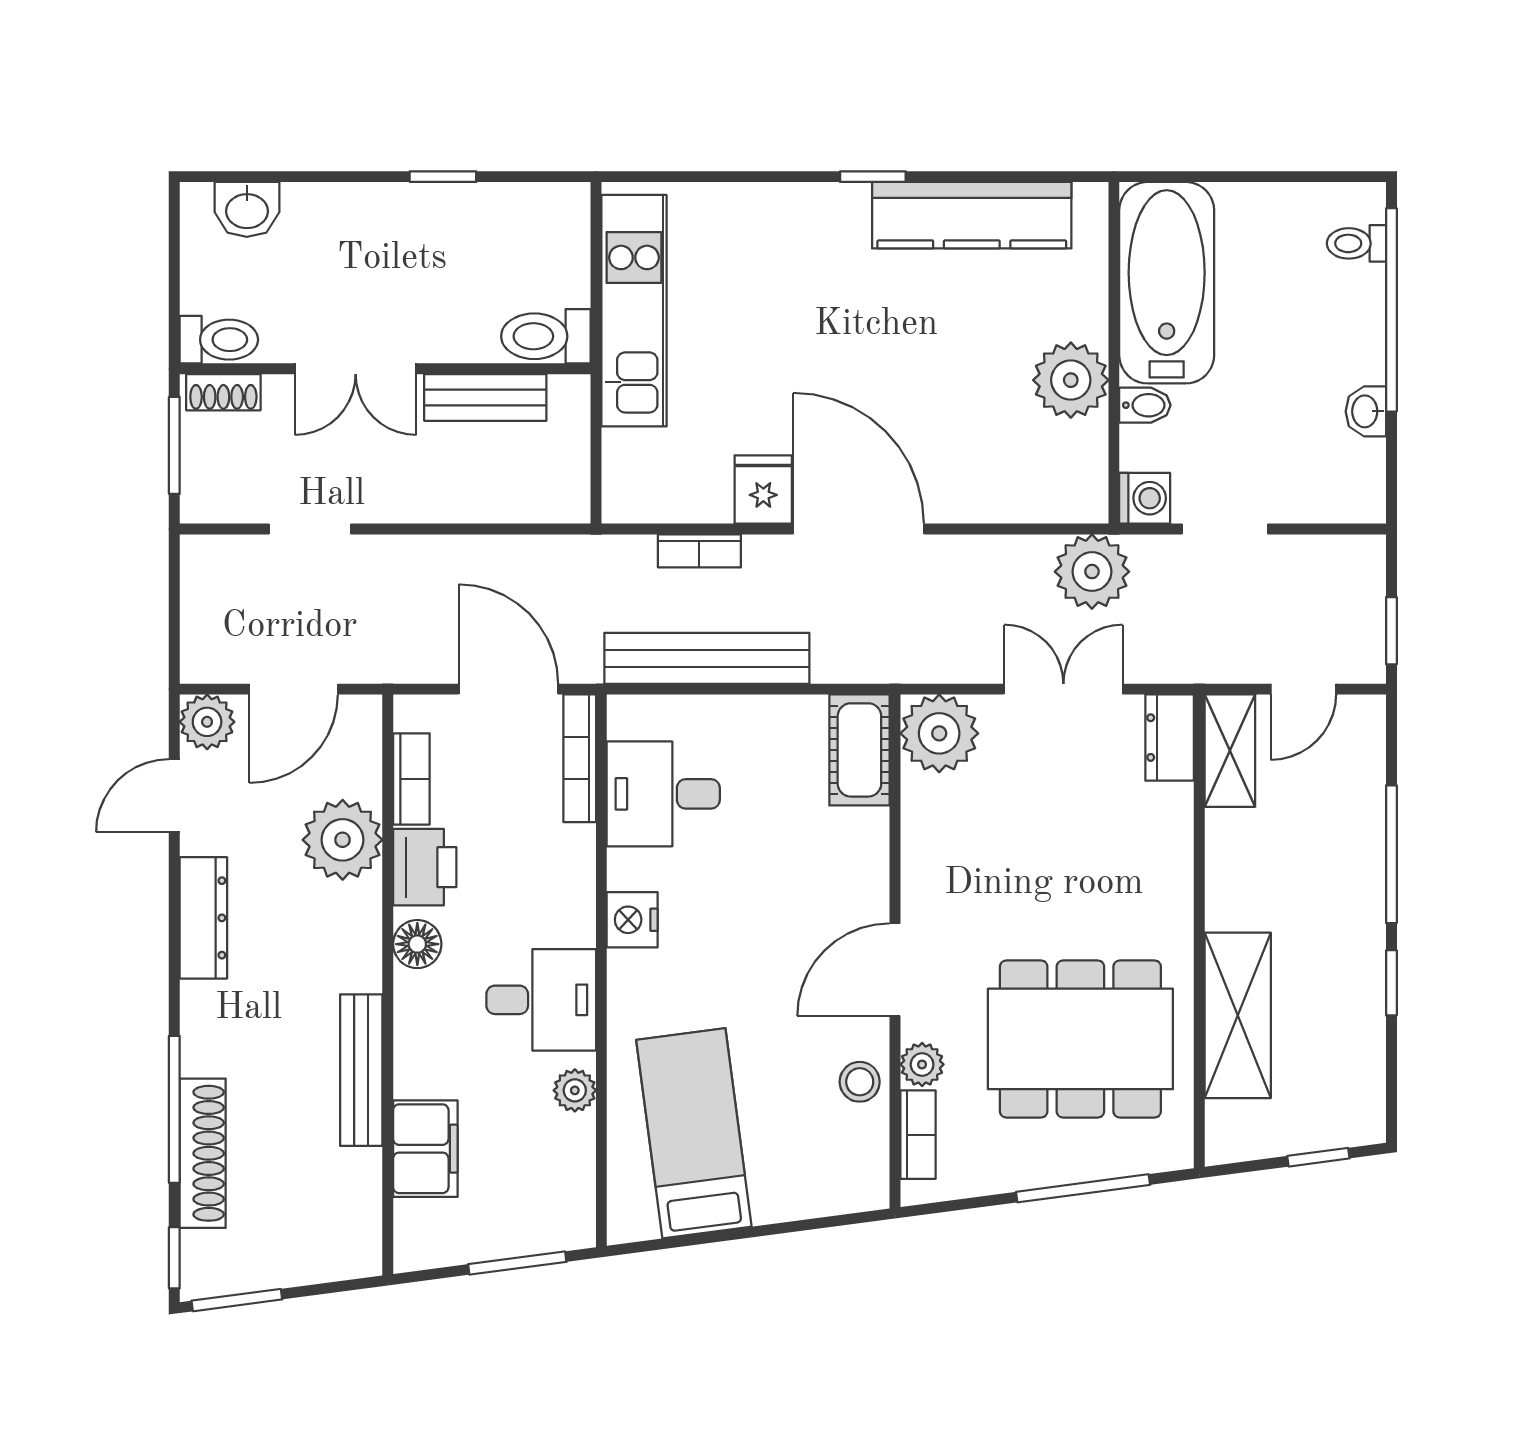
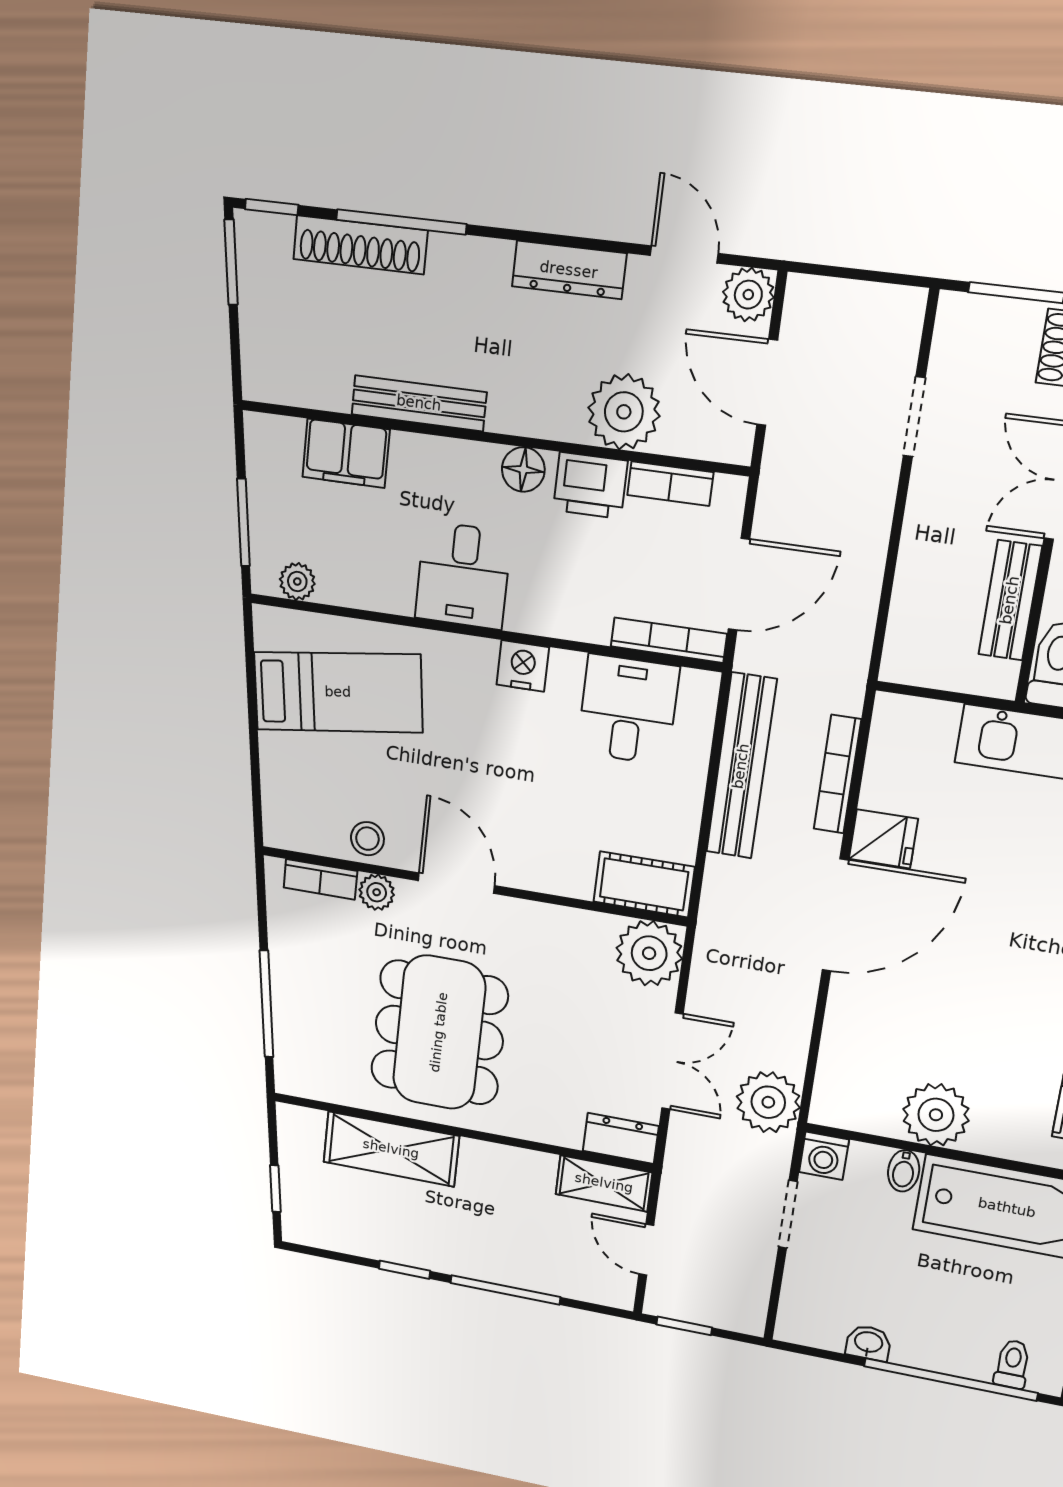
bookcase: (699, 551) -> (837, 774), width x1.56
dining table: (1080, 1039) -> (439, 1032), moved
plant: (575, 1090) -> (297, 582), moved

